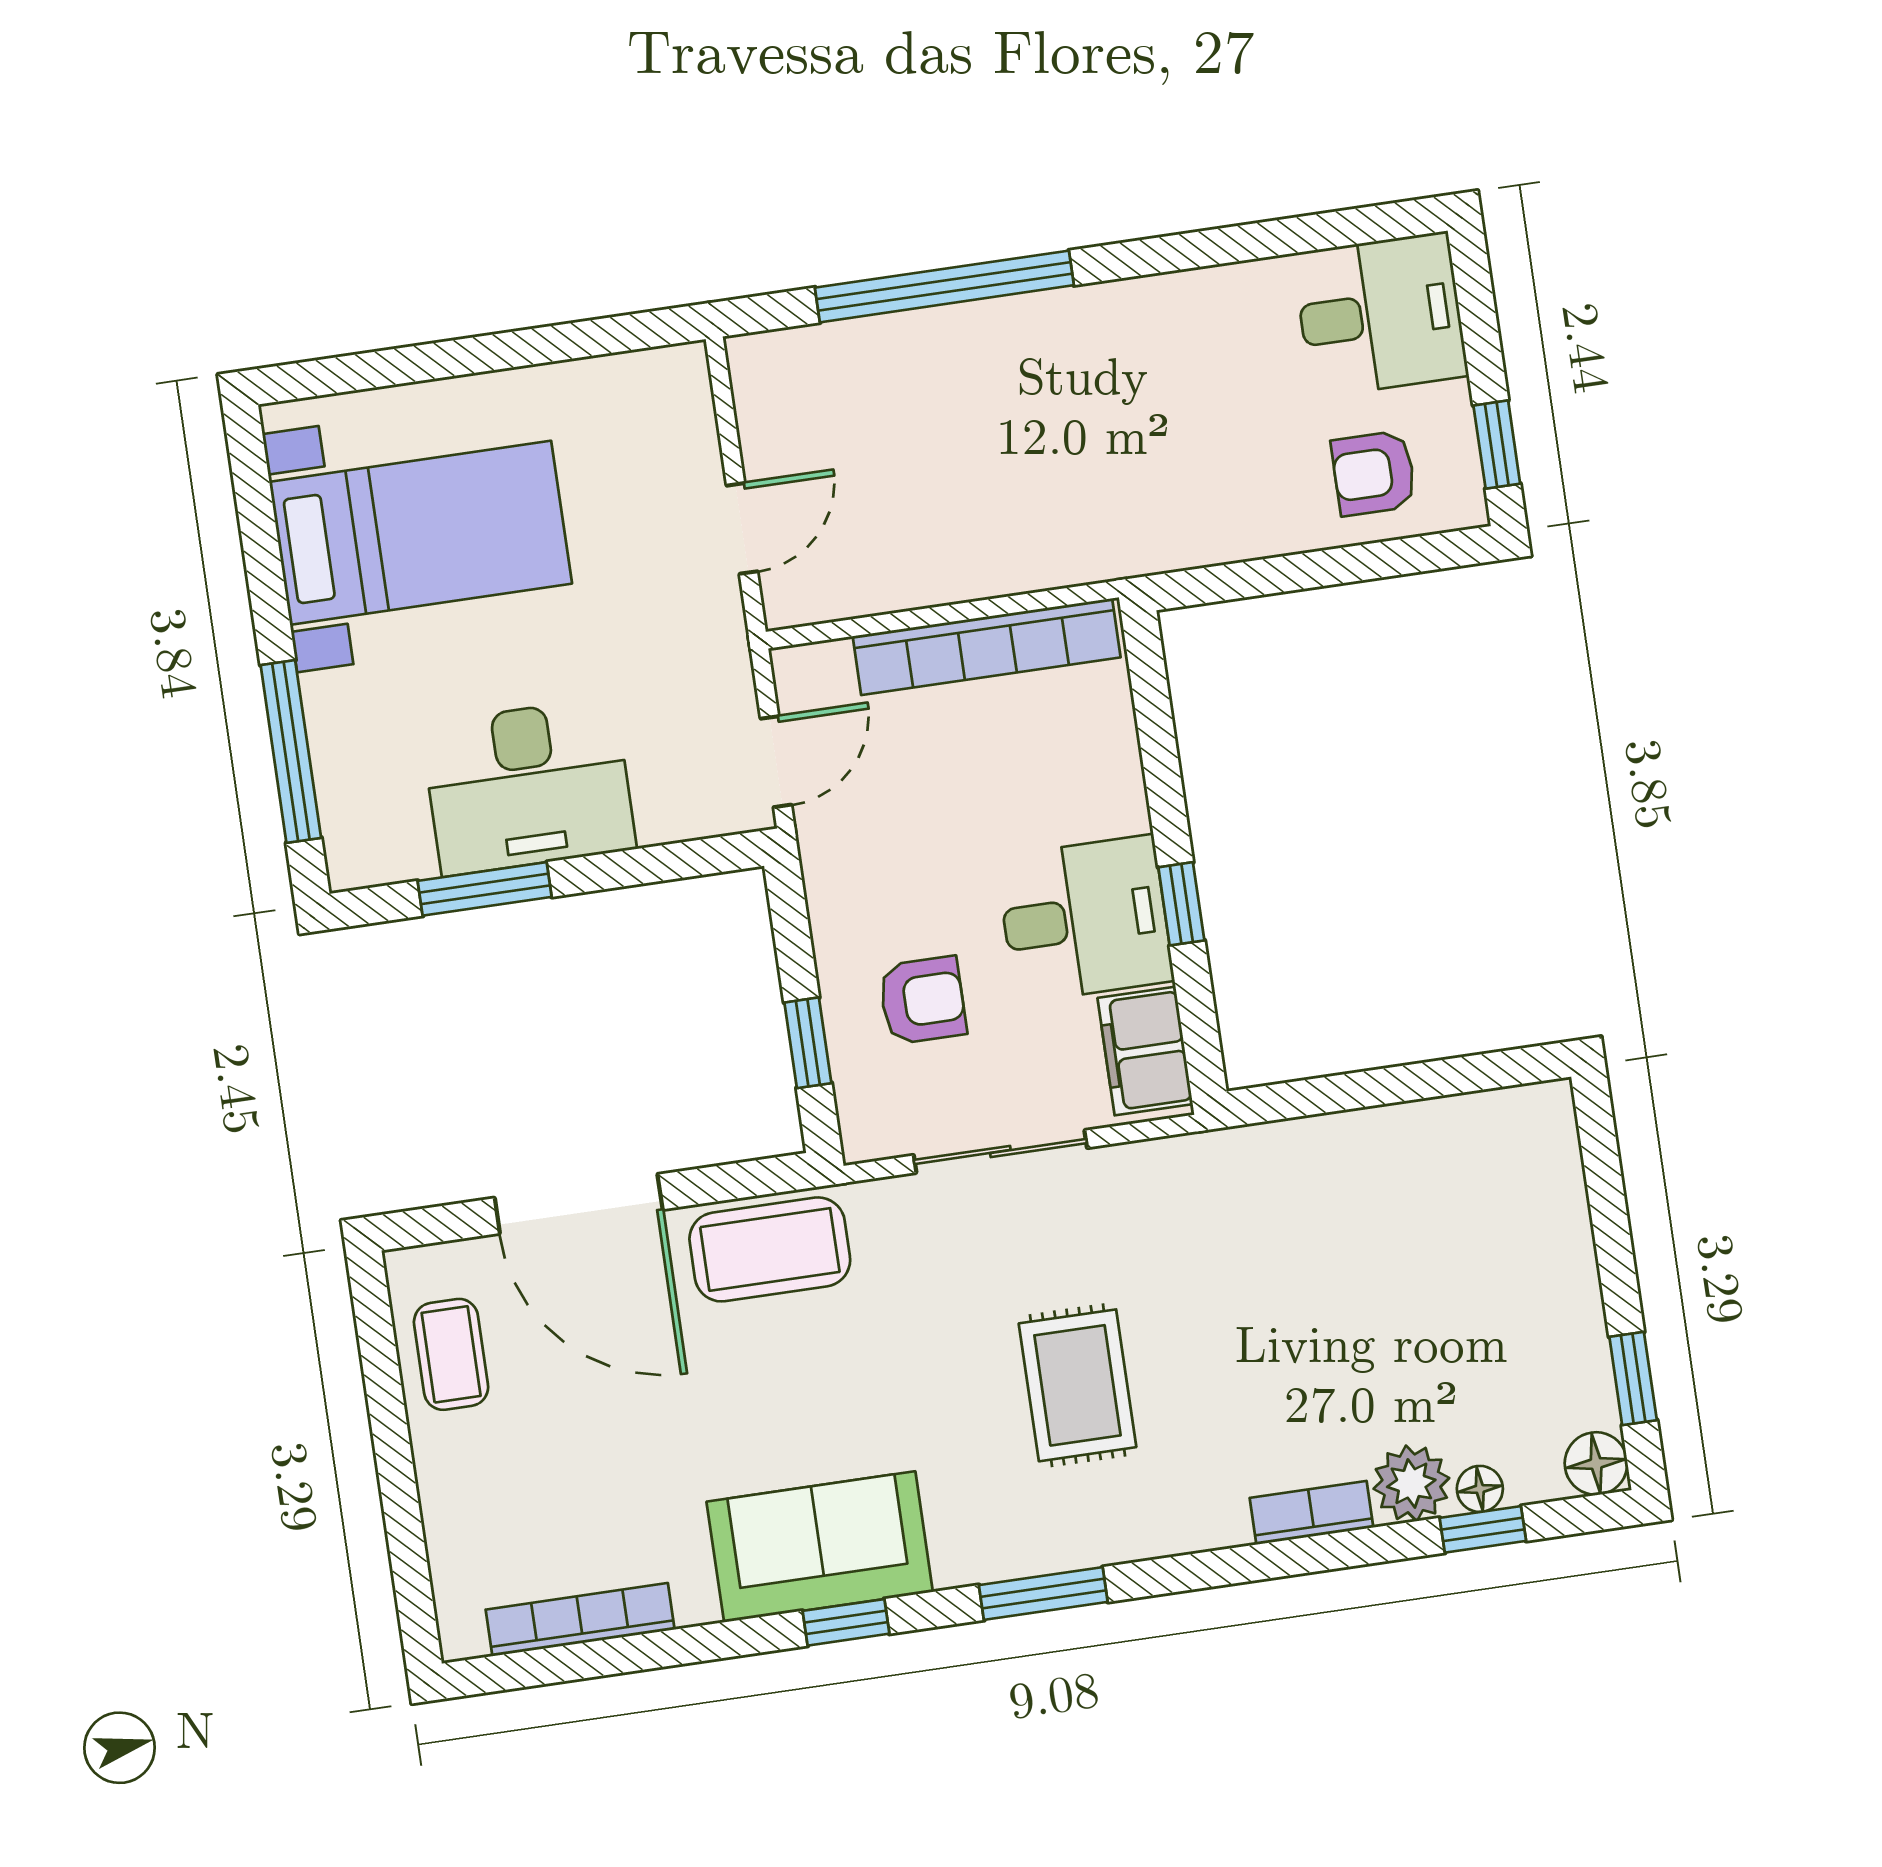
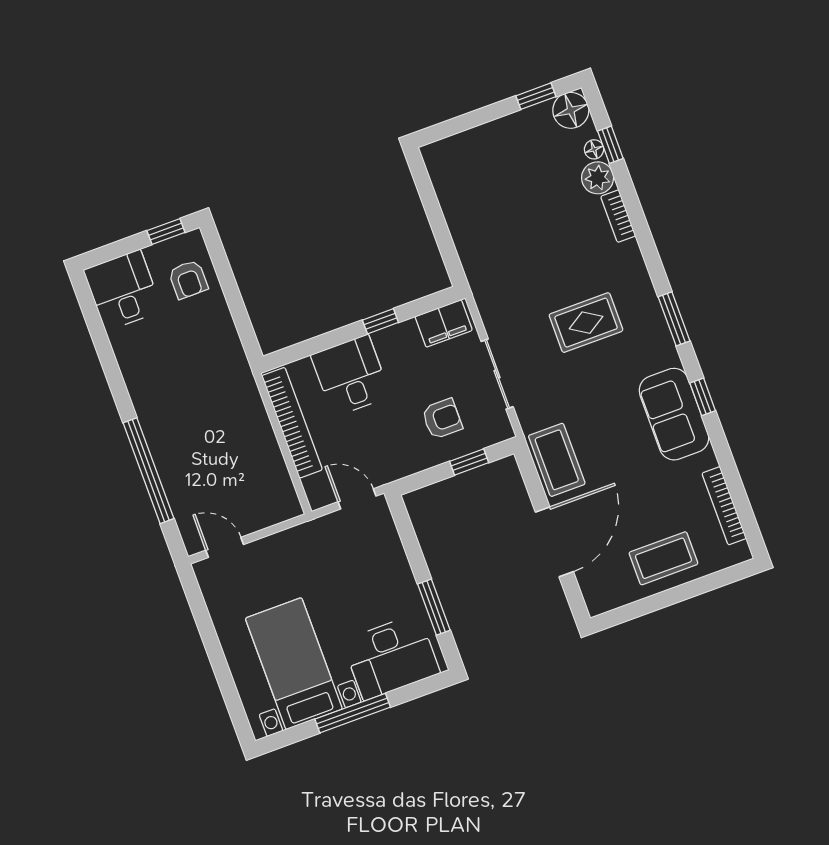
door: (742, 528) -> (225, 547), moved
window: (291, 751) -> (353, 713), moved
desk: (528, 786) -> (391, 657), moved, turned 90
desk: (1085, 919) -> (351, 376), moved
armchair: (922, 1000) -> (442, 419), turned 90
coffee table: (451, 1354) -> (663, 558), moved, width x1.36, depth x1.30
floor lamp: (1596, 1464) -> (571, 110), width x1.38, depth x1.38

